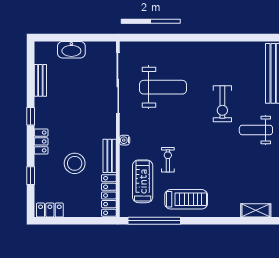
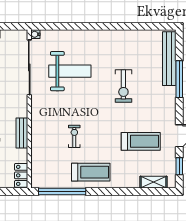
weight bench: (256, 130) -> (154, 110), removed
water cooler: (125, 140) -> (35, 34), moved
treadmill: (143, 181) -> (141, 141), moved, turned 90
locker: (109, 195) -> (21, 175), width x0.66

